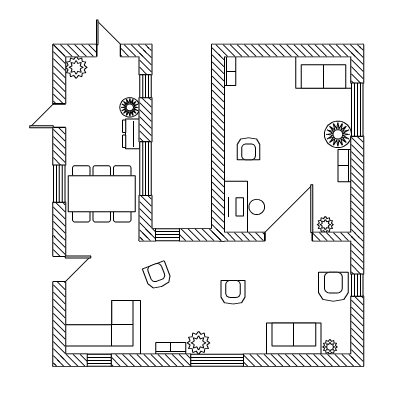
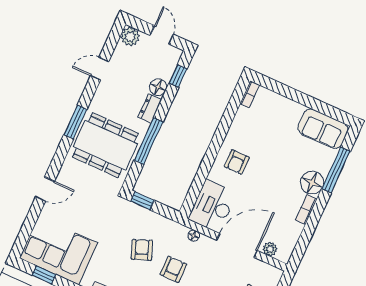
floor lamp: (238, 247) -> (194, 236), added
armchair: (157, 276) -> (142, 250), moved

